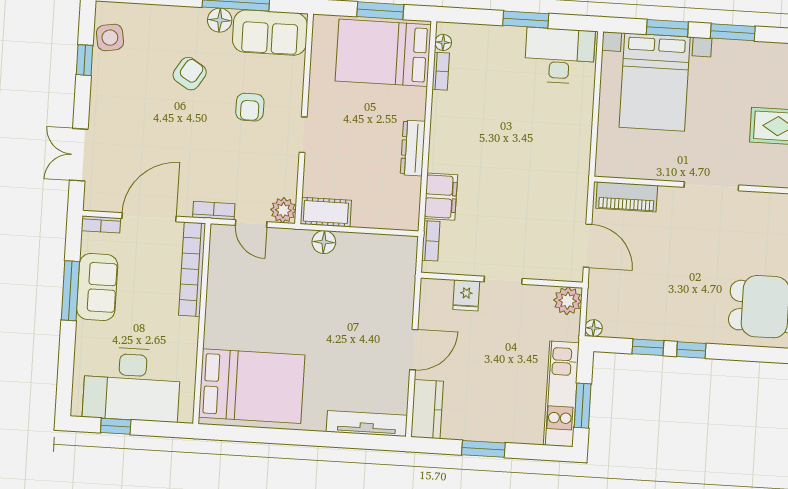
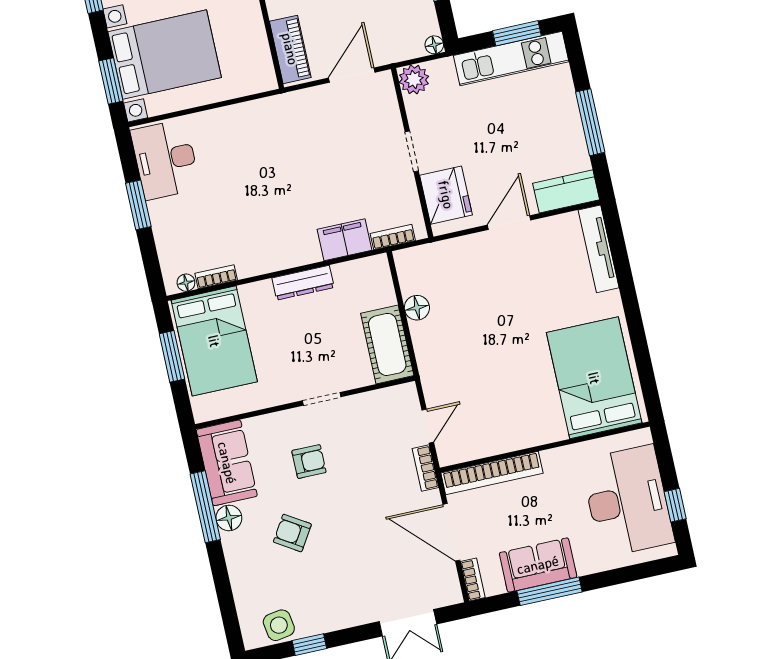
window: (667, 28) -> (111, 81), moved
plant: (283, 210) -> (405, 397), removed
cot: (326, 212) -> (387, 344), width x1.37, depth x1.34
floor lamp: (324, 242) -> (417, 308), moved
fridge: (466, 295) -> (446, 195), width x1.88, depth x1.34
door: (414, 350) -> (509, 223), hinge flipped
window: (483, 449) -> (590, 122), width x1.44

